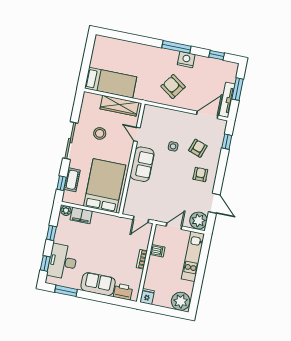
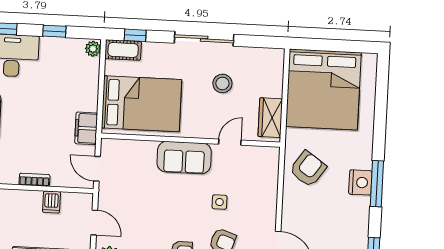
nightstand: (186, 60) -> (360, 182), moved
bed: (111, 83) -> (323, 89), width x2.04
armchair: (173, 87) -> (308, 169), moved
wardrobe: (119, 106) -> (270, 118), width x0.67
cot: (72, 180) -> (123, 50), moved
filing cabinet: (81, 215) -> (86, 128), moved

